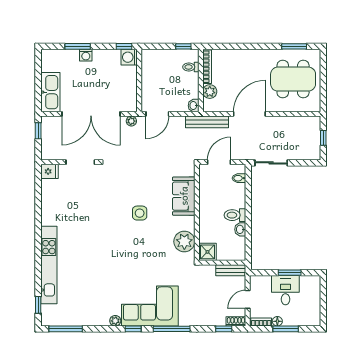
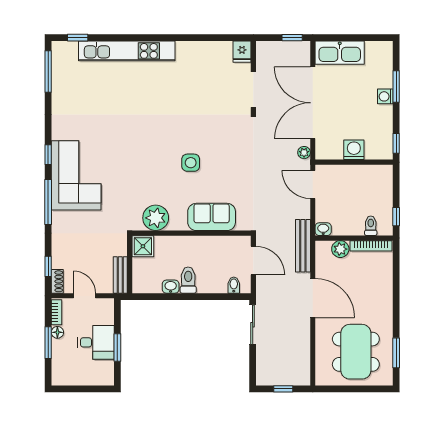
washing machine: (129, 57) -> (354, 150), moved
plant: (115, 321) -> (58, 133), removed

